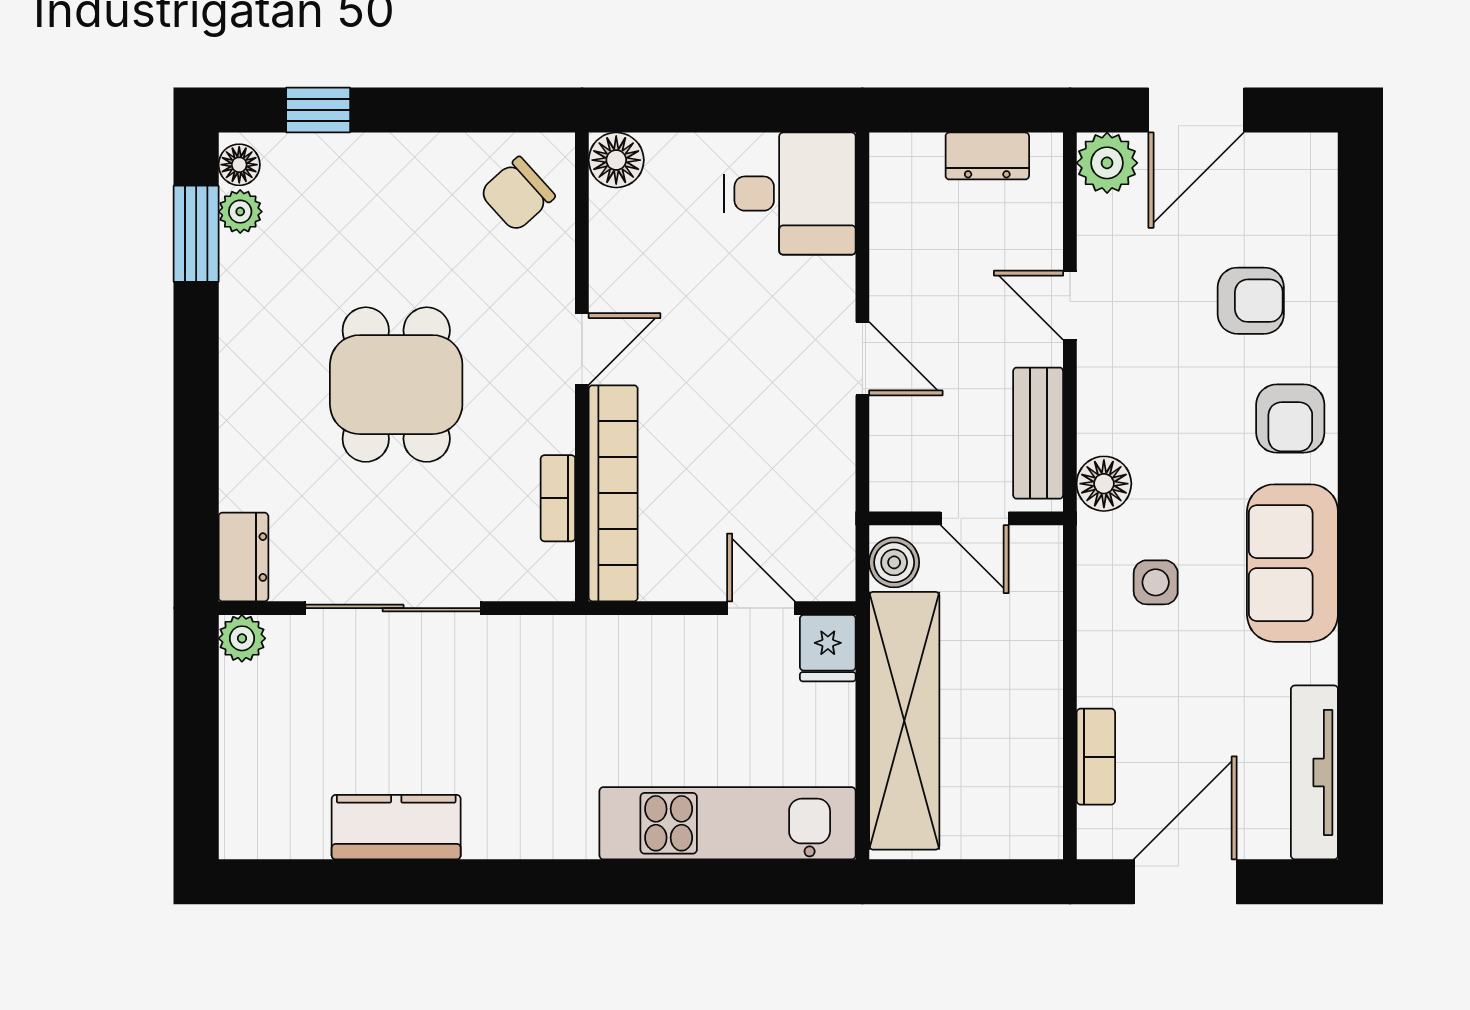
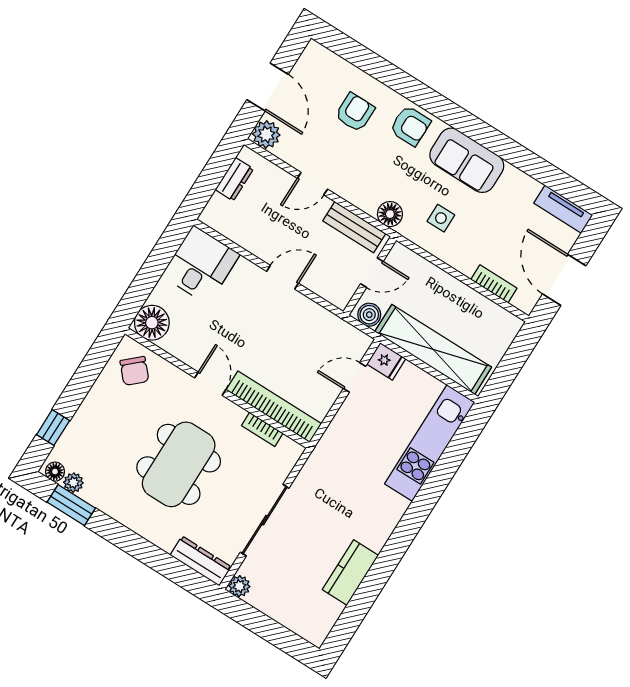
floor lamp: (616, 160) -> (152, 323), width x1.38, depth x1.38
dining table: (396, 385) -> (179, 464), width x1.38
dresser: (243, 557) -> (201, 561), width x1.44
tv unit: (1314, 772) -> (563, 209), width x0.71

